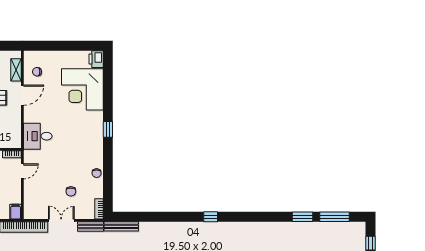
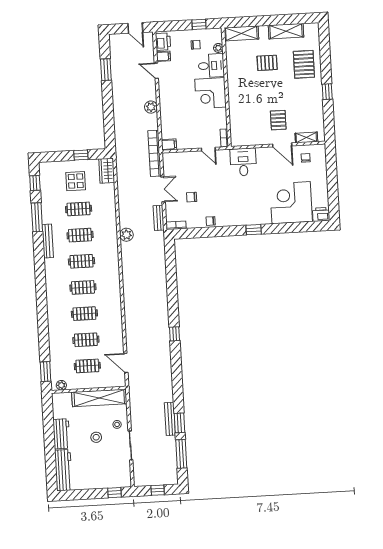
bench: (121, 226) -> (170, 419), moved

